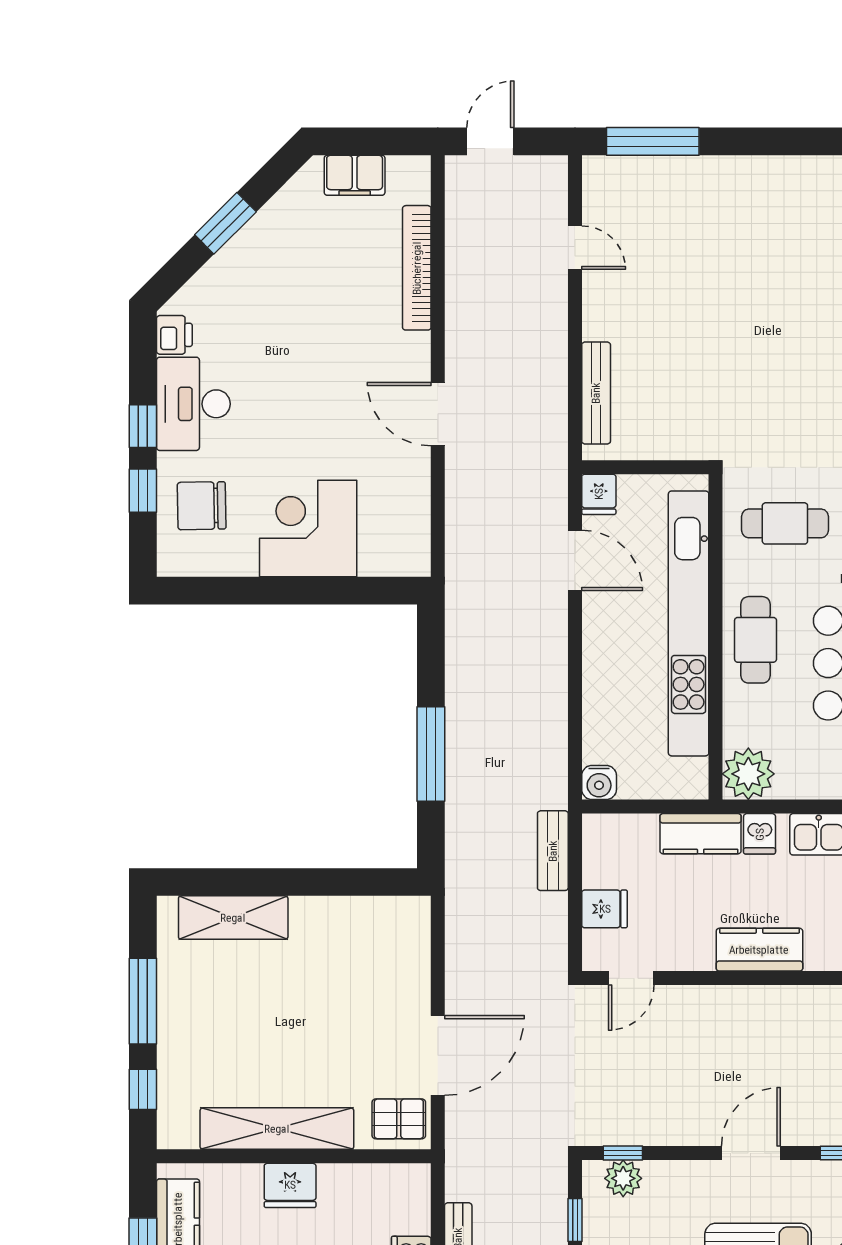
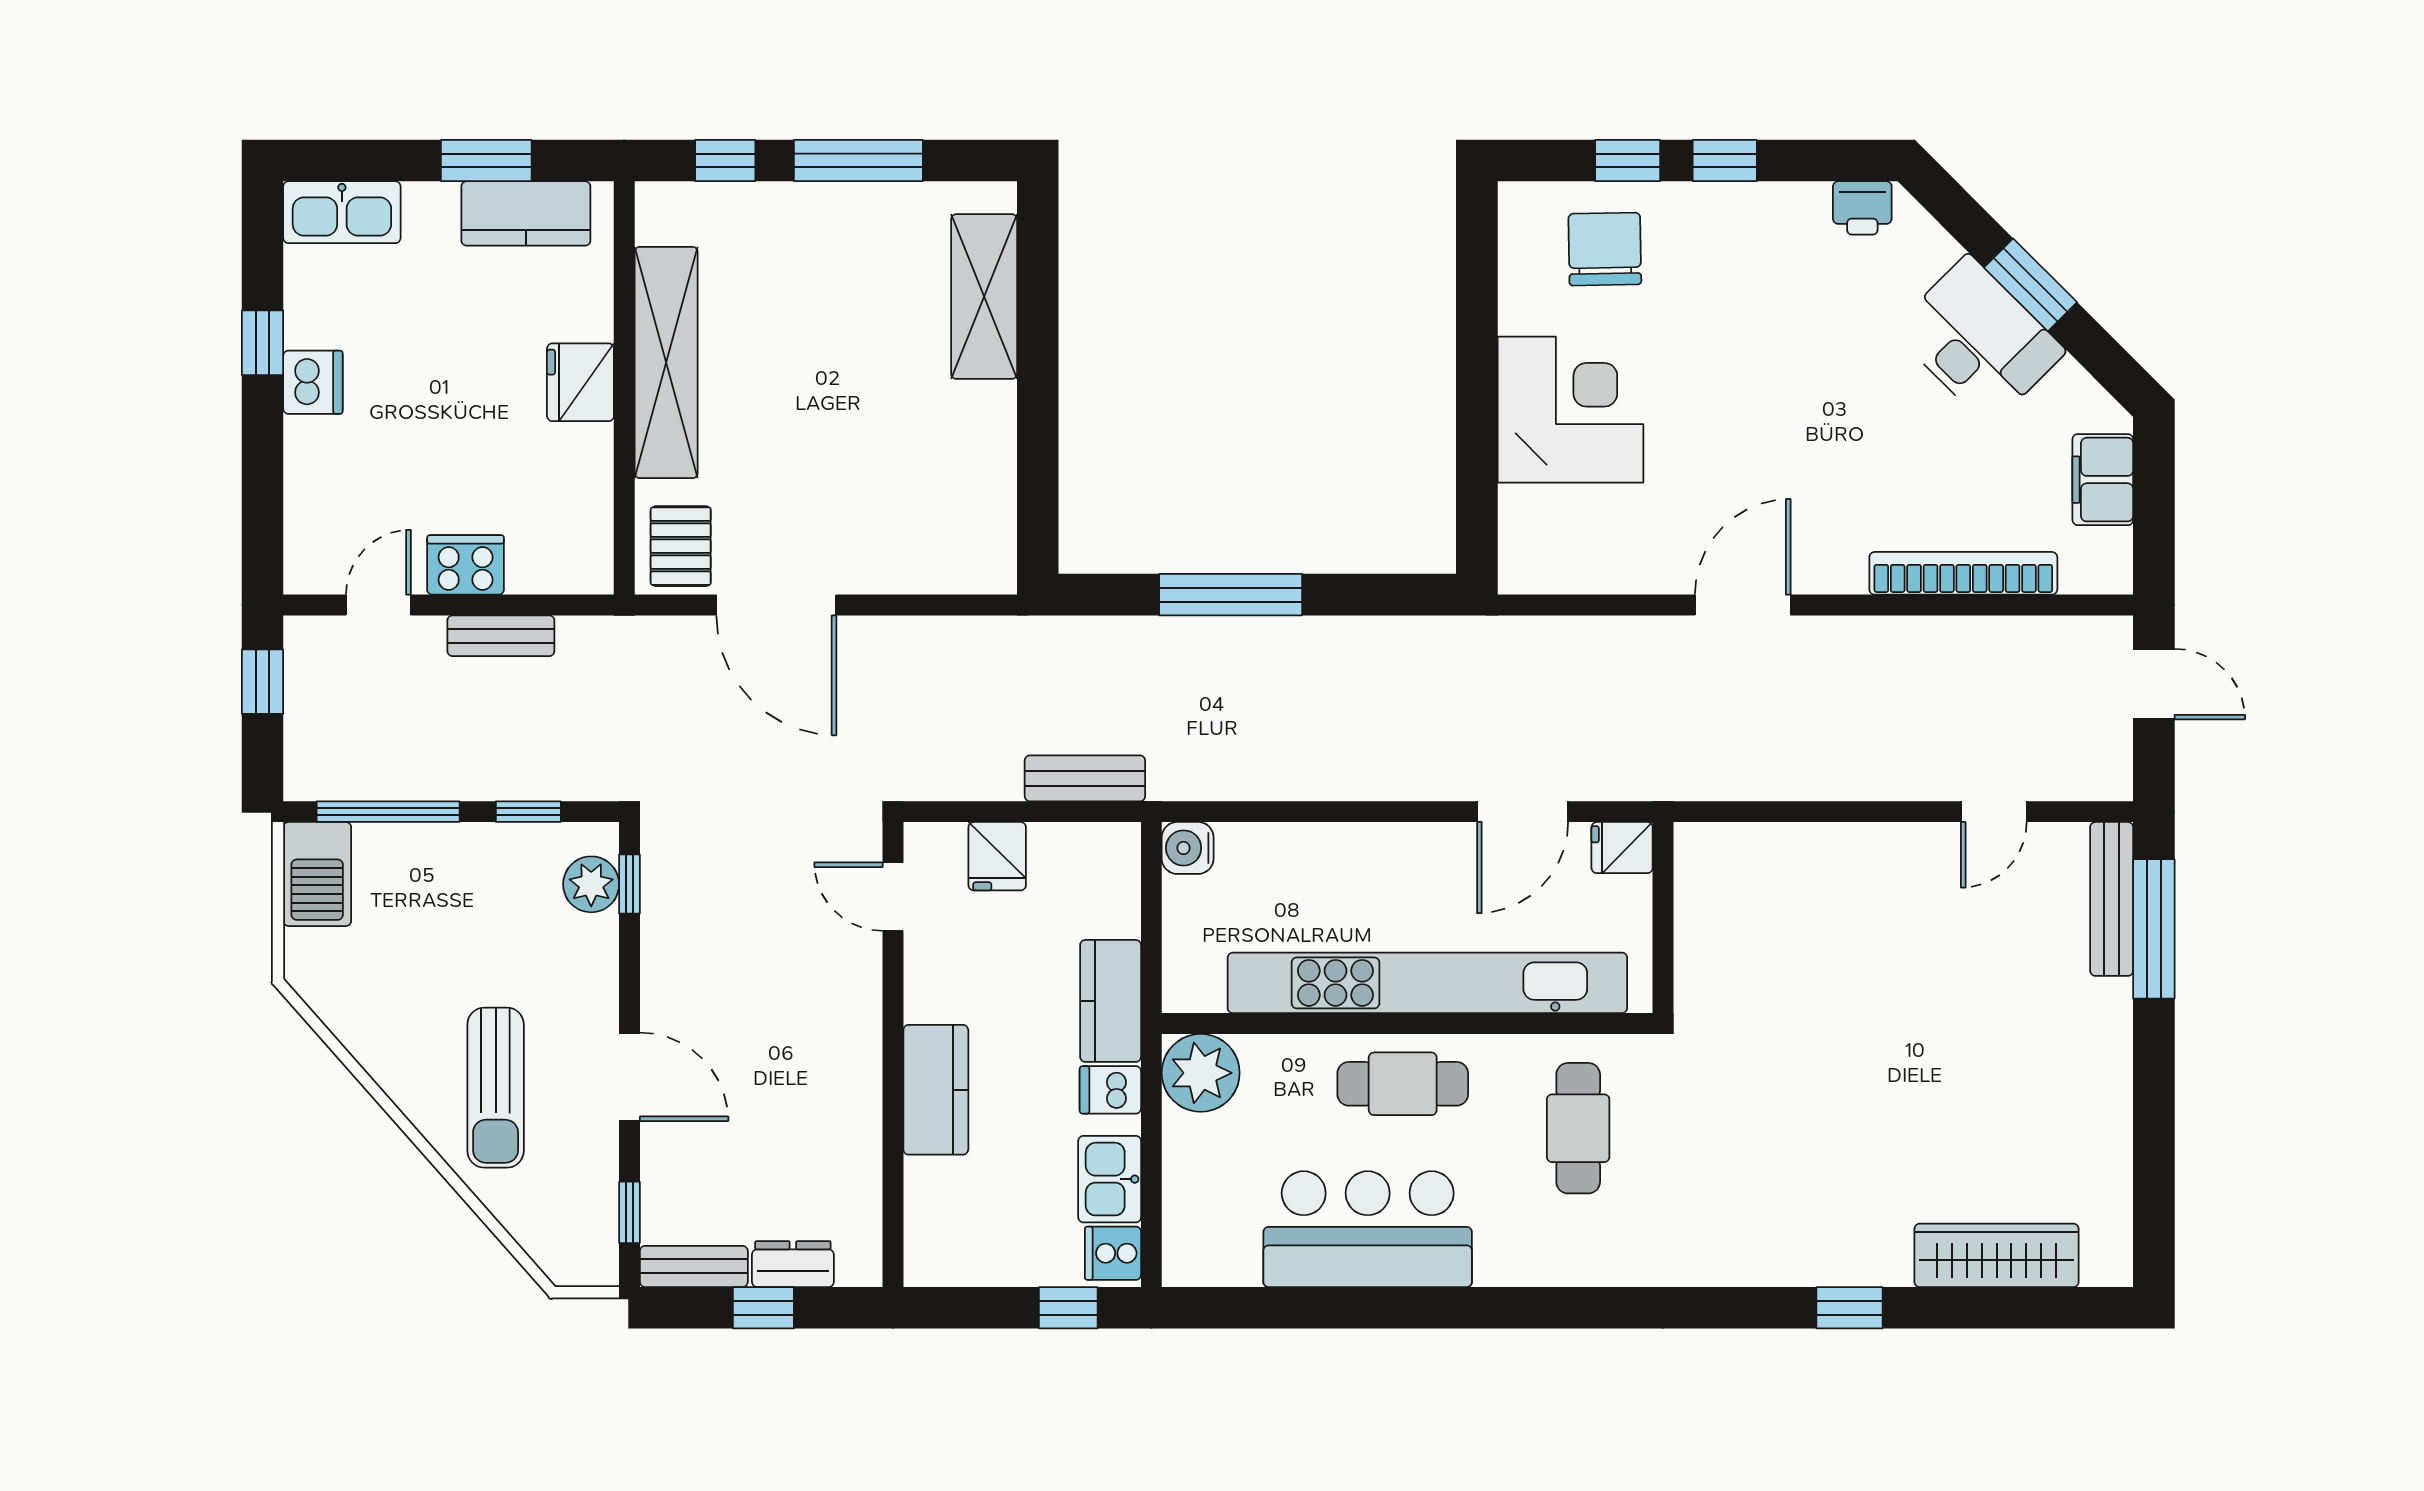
bench: (596, 393) -> (2112, 899), moved, turned 90
desk: (193, 404) -> (1979, 341), moved, turned 45

